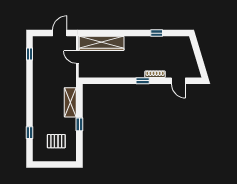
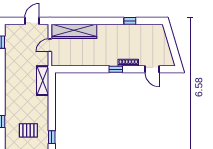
door: (77, 57) -> (50, 45), hinge flipped
shelving: (70, 102) -> (43, 81), moved
window: (79, 124) -> (52, 137), moved

